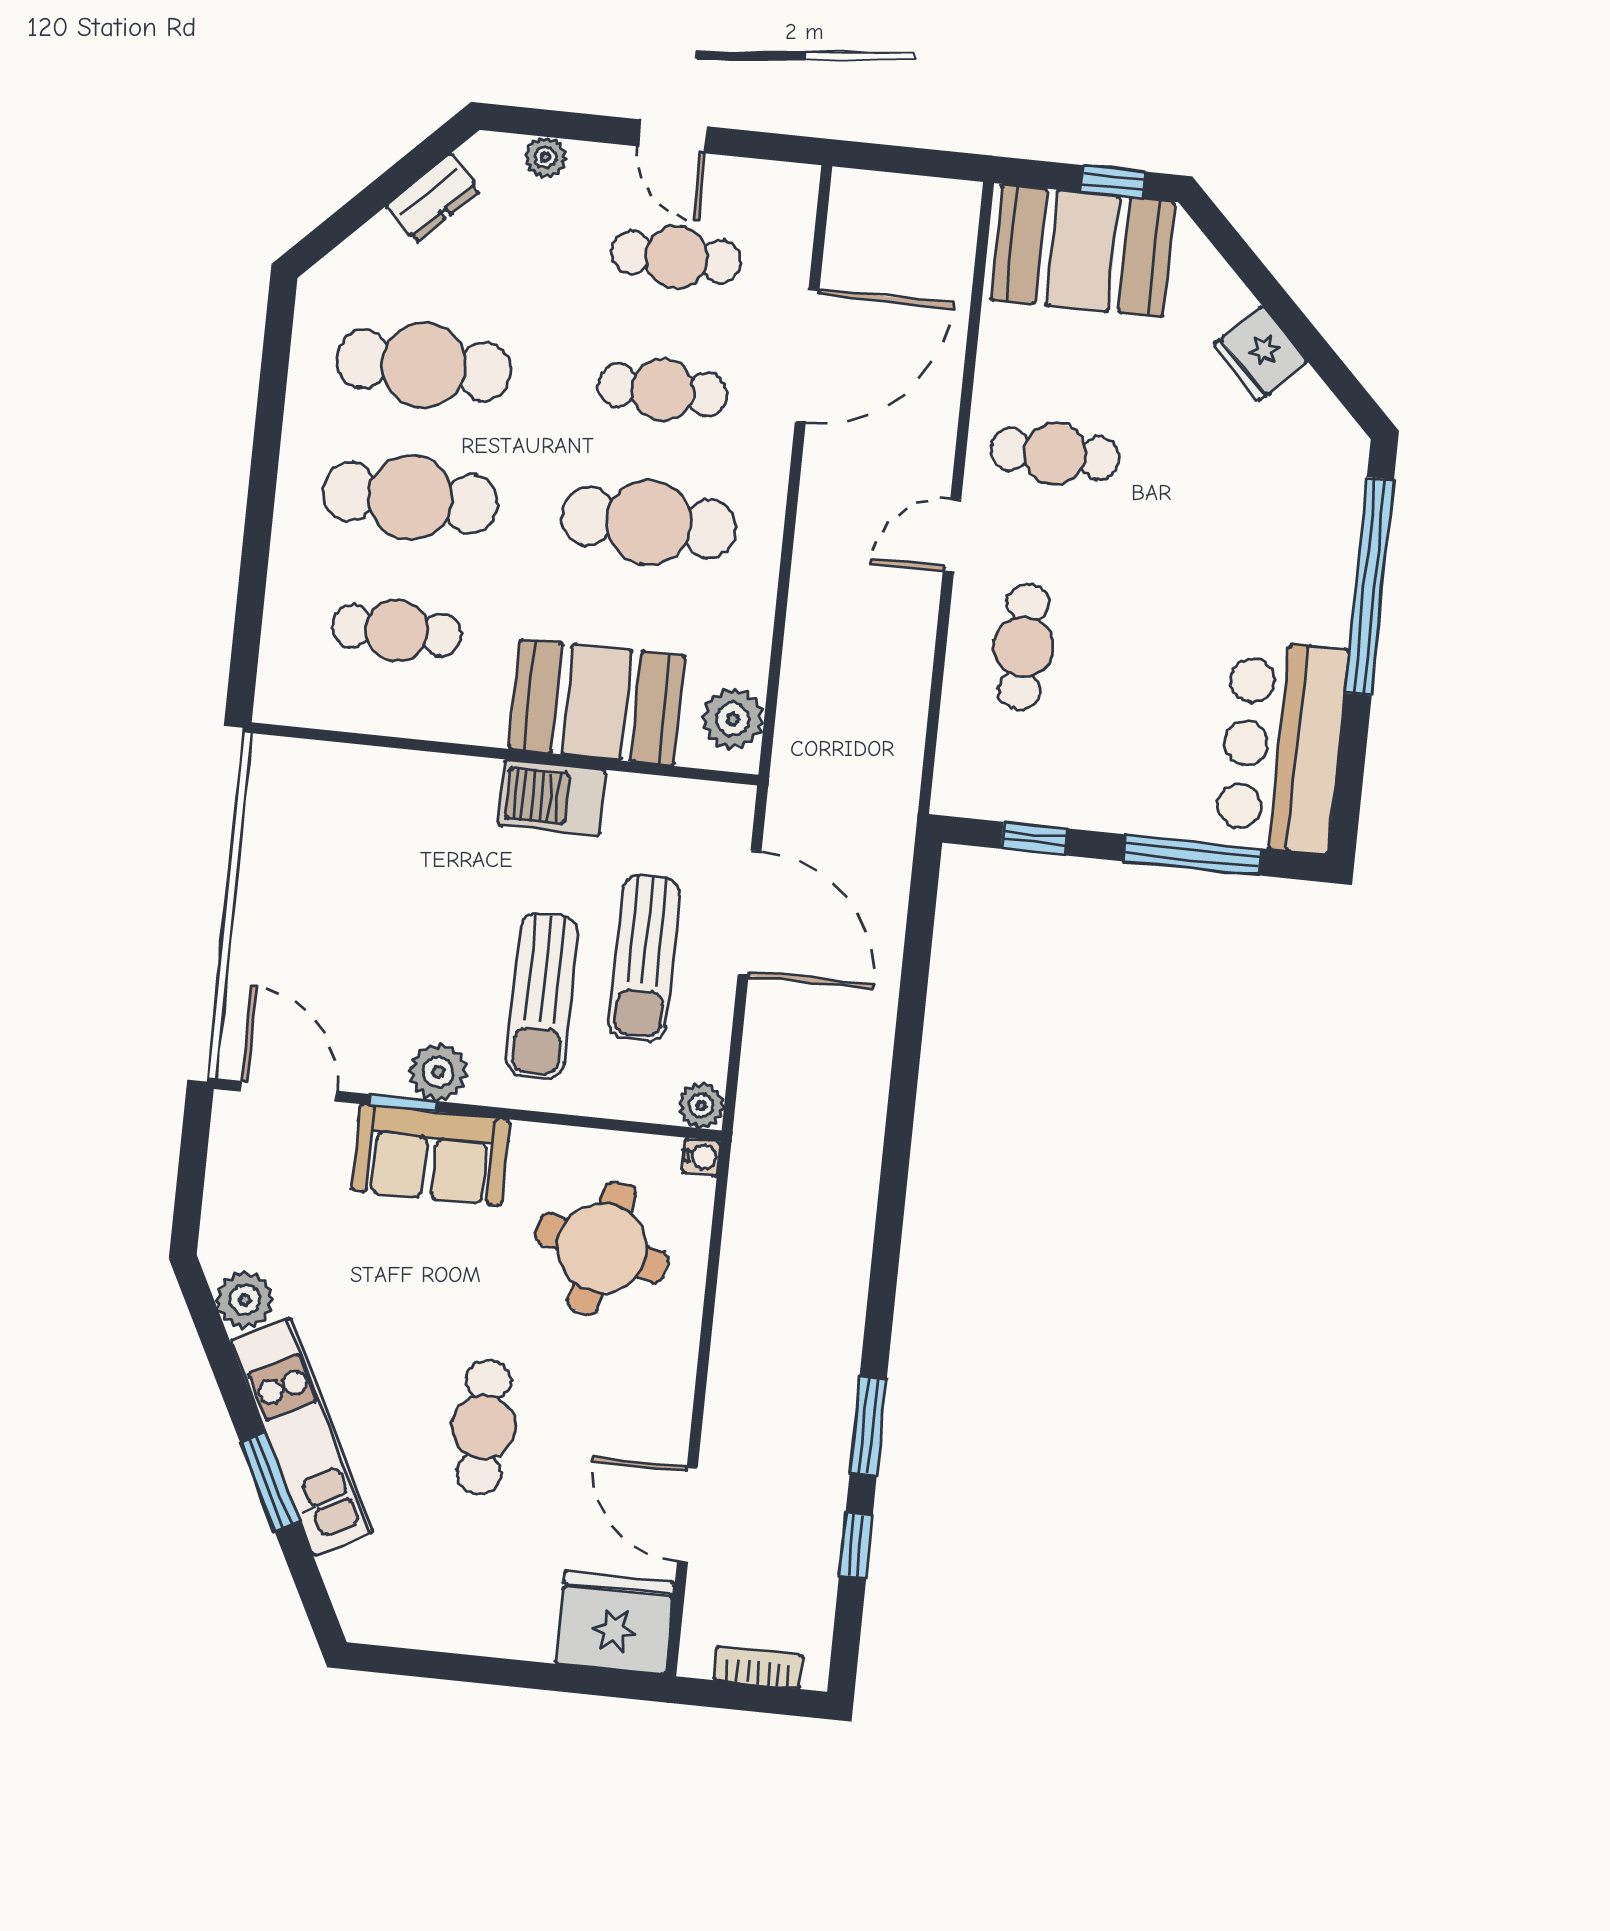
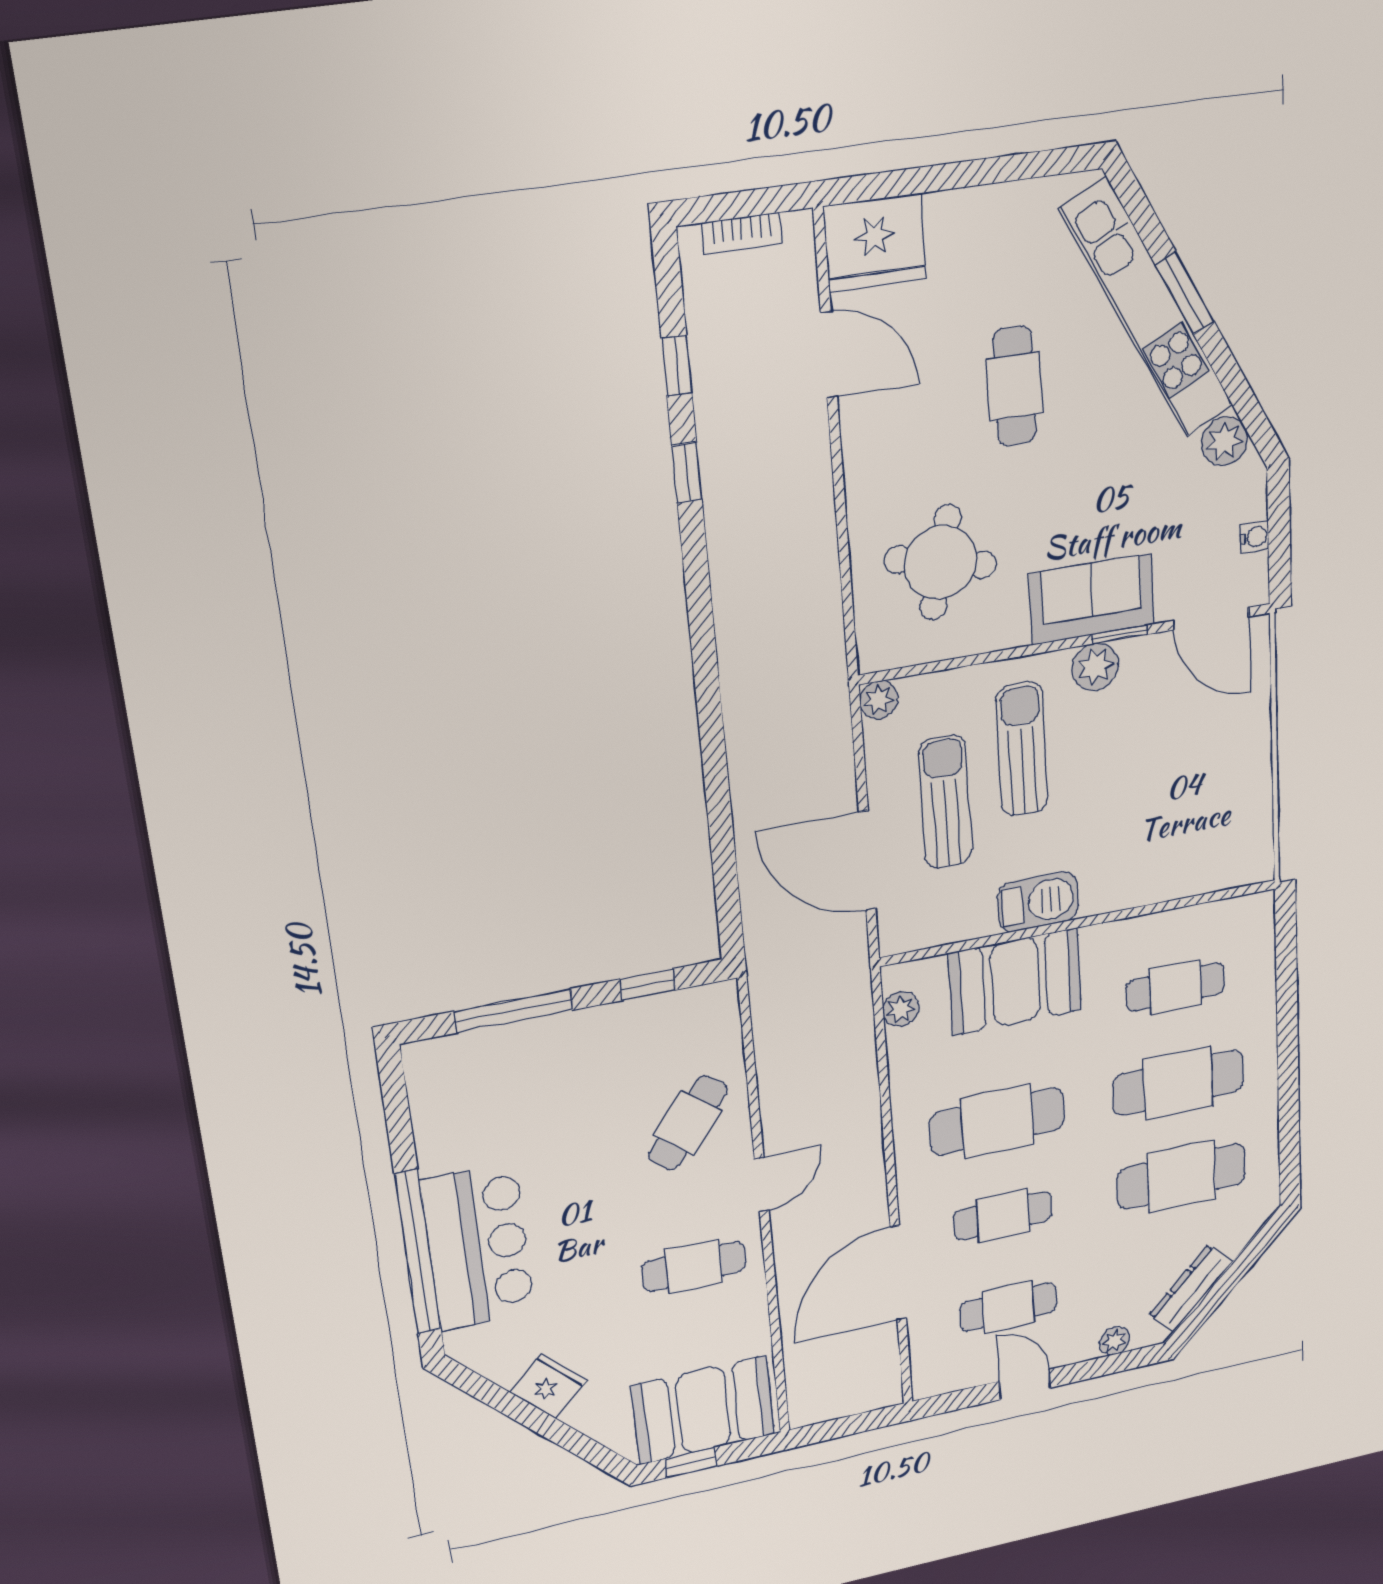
dresser: (433, 198) -> (1191, 1288), width x1.44
cafe table: (1023, 647) -> (688, 1123), turned 39
plant: (733, 719) -> (901, 1009), width x0.73, depth x0.73
bar counter: (1281, 747) -> (478, 1247), moved
water cooler: (701, 1157) -> (1255, 537), moved, turned 180
window: (868, 1426) -> (687, 473), width x0.67
kitchen unit: (302, 1437) -> (1147, 308), width x1.36

